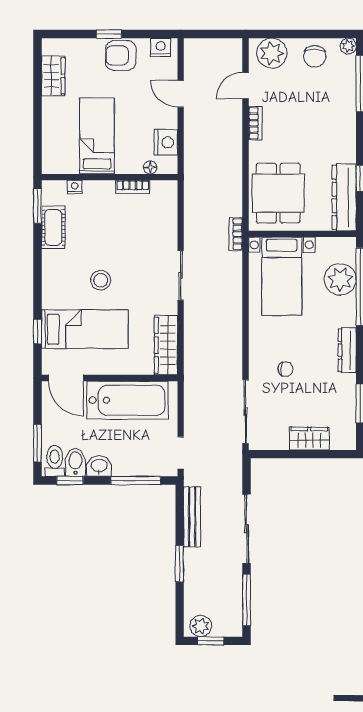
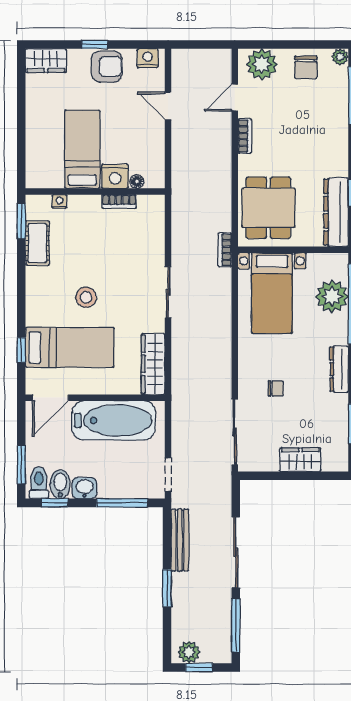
armchair: (121, 55) -> (107, 66), turned 180
wardrobe: (53, 76) -> (46, 61), moved, turned 90
nightstand: (166, 142) -> (115, 176), moved, turned 90
door: (66, 378) -> (50, 398), hinge flipped

